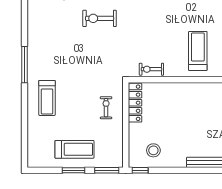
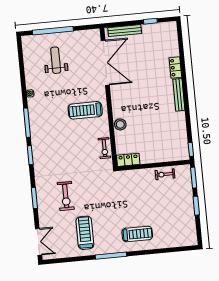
locker: (135, 103) -> (128, 160), width x0.66
exercise bike: (106, 108) -> (165, 174), moved
treadmill: (74, 149) -> (85, 233), moved
stool: (153, 150) -> (120, 124), moved

